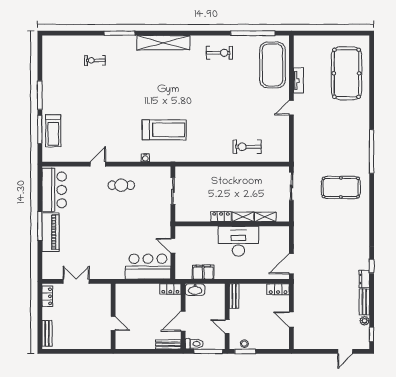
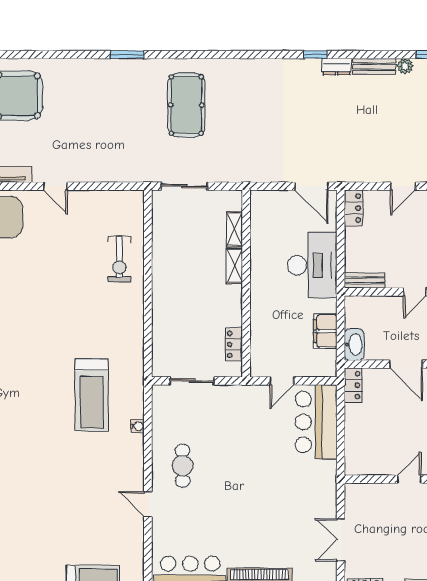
treadmill: (164, 130) -> (92, 395), turned 180
window: (372, 151) -> (127, 55), width x0.47
locker: (221, 216) -> (234, 344), moved
desk: (238, 241) -> (312, 265), moved, turned 180

